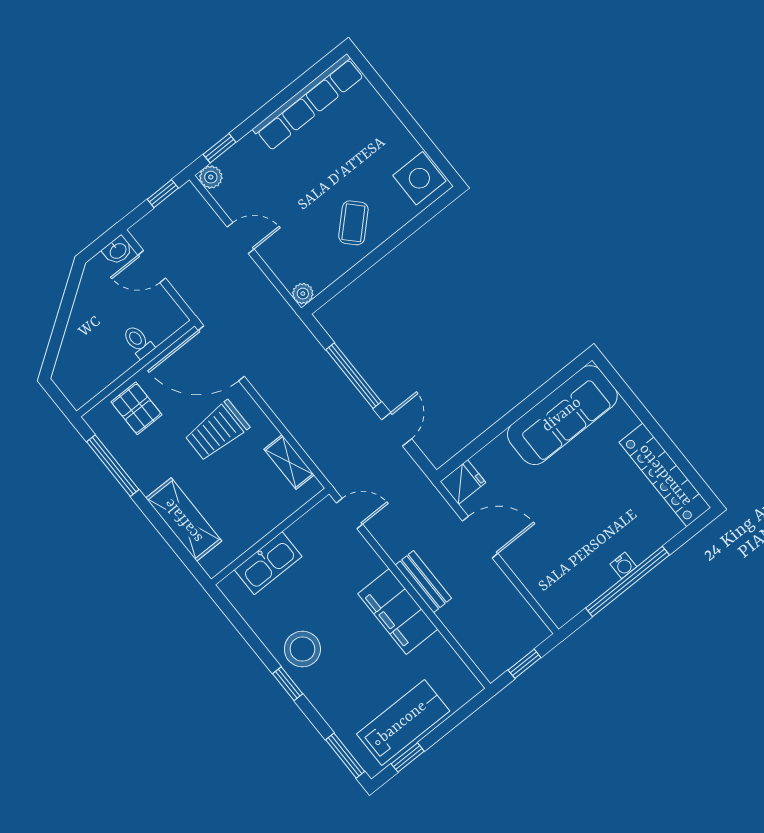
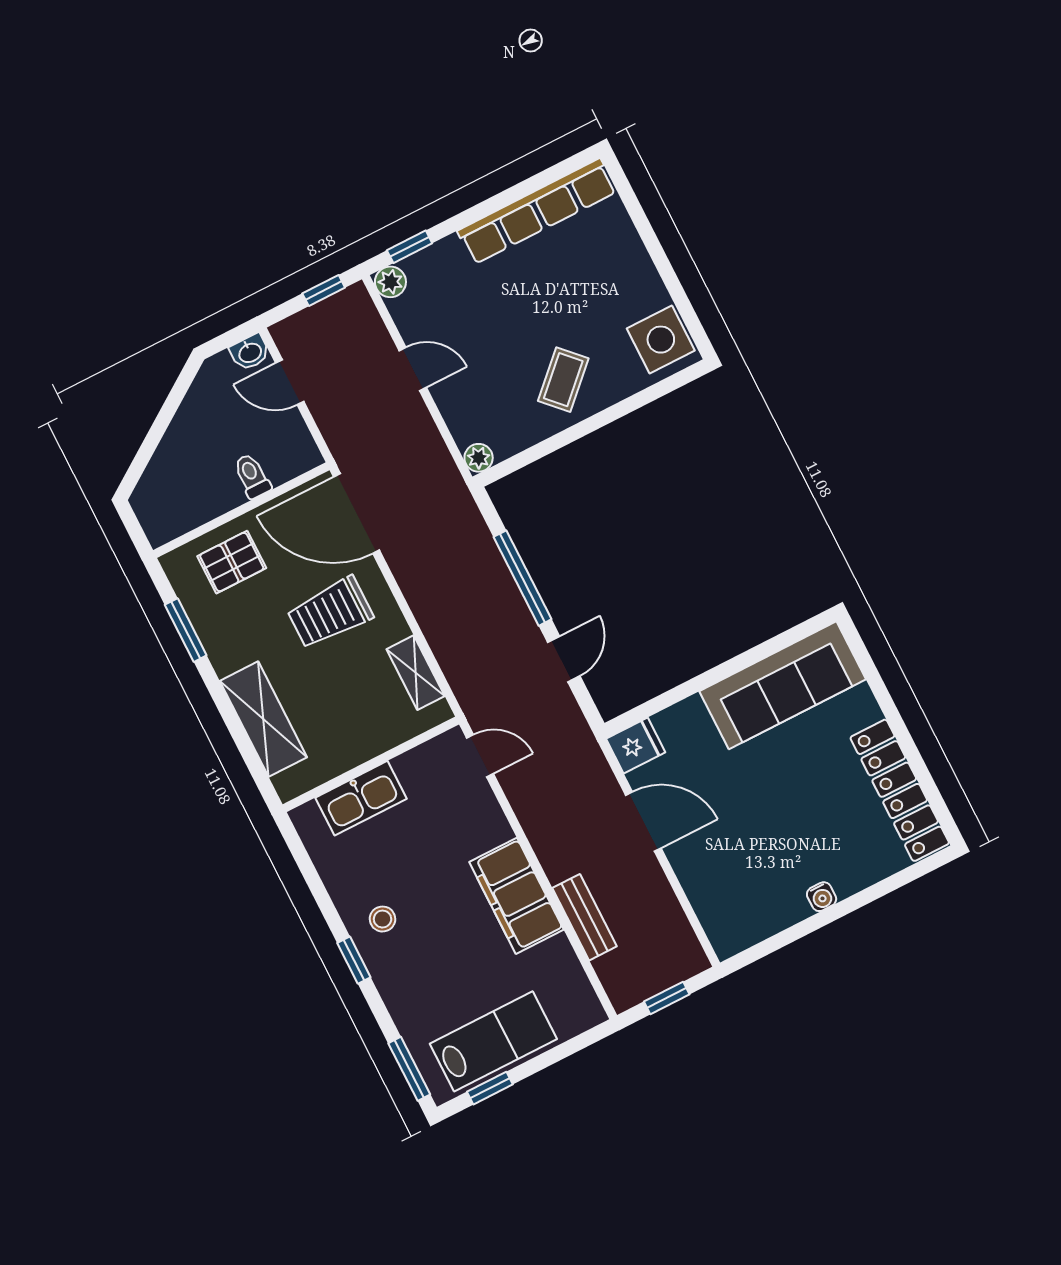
pallet: (136, 408) -> (232, 562), turned 90
window: (113, 466) -> (186, 630), width x0.69
window: (627, 581) -> (822, 919), removed
bench: (423, 582) -> (585, 917), moved
stool: (302, 649) -> (383, 919), width x0.53, depth x0.53

